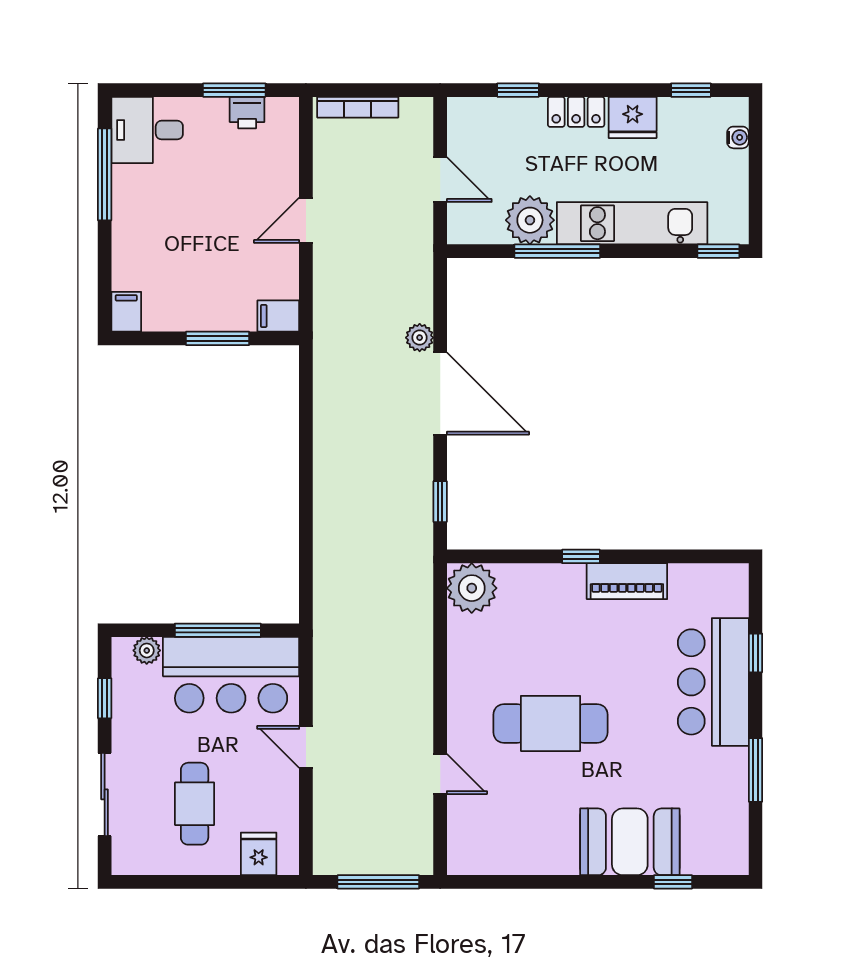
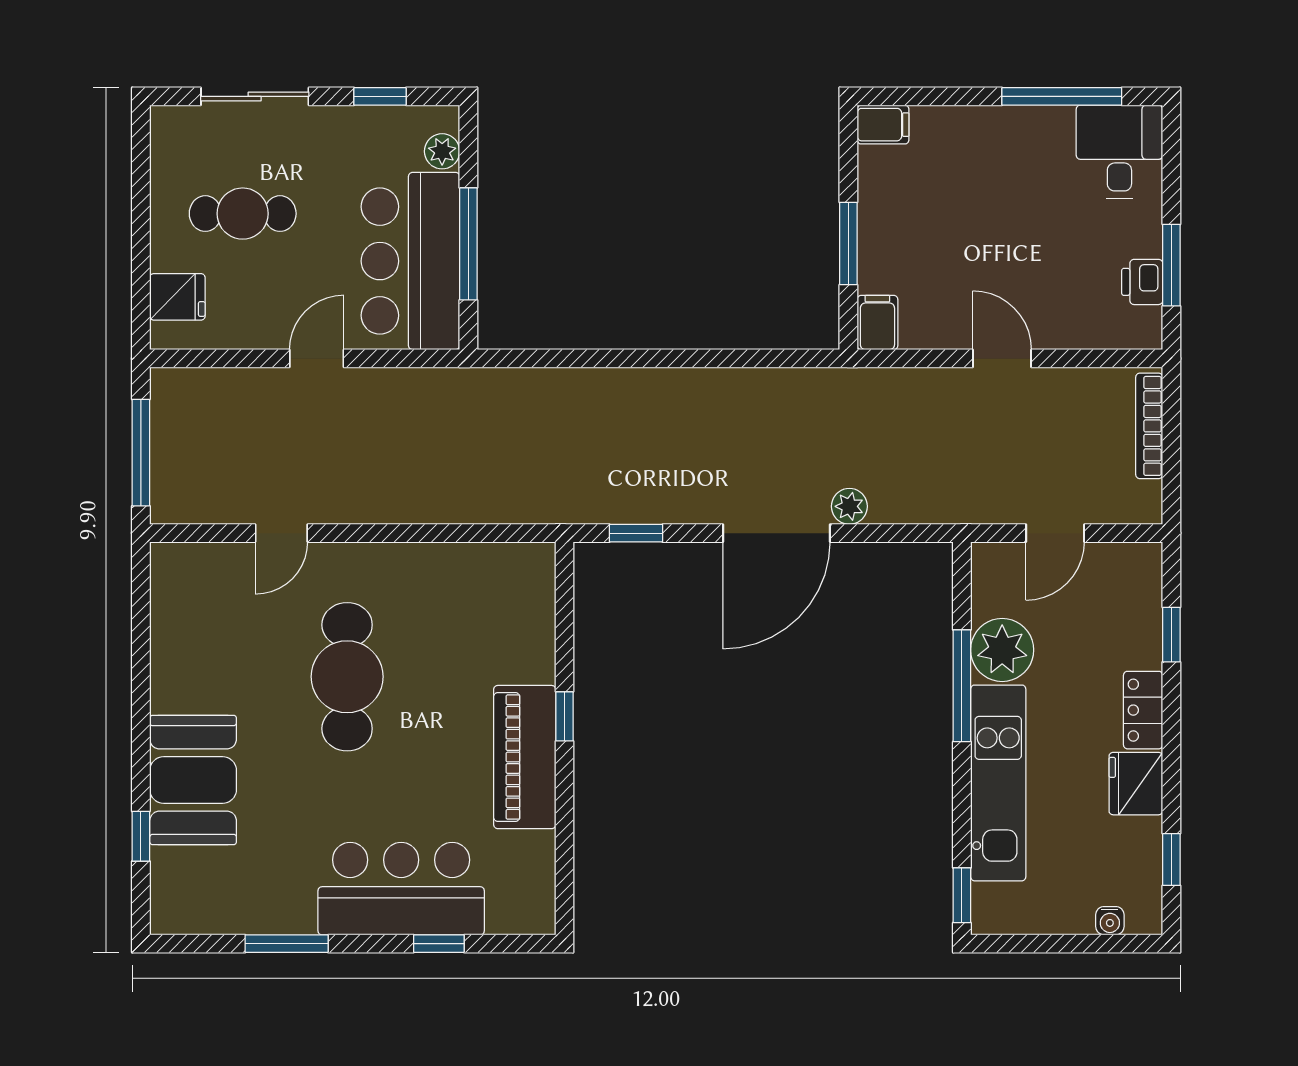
piano: (627, 581) -> (525, 757), width x1.37, depth x1.33
plant: (472, 588) -> (523, 574), removed

